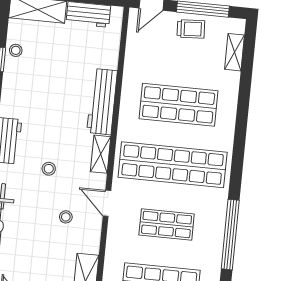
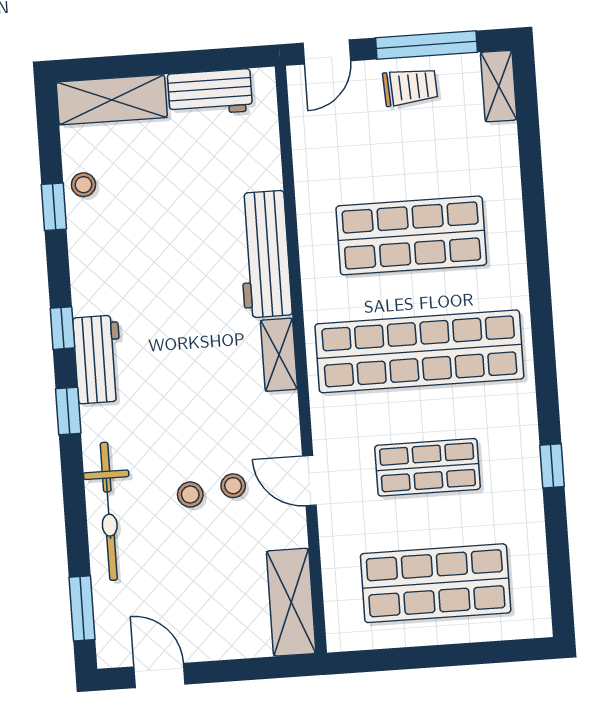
shelving: (234, 52) -> (499, 86), moved
stool: (49, 169) -> (190, 495), moved
door: (107, 203) -> (309, 481), moved
window: (230, 235) -> (552, 466), width x0.32

